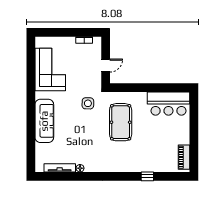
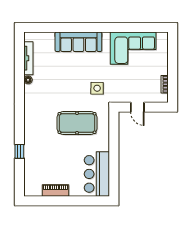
piano: (184, 157) -> (55, 191), moved

